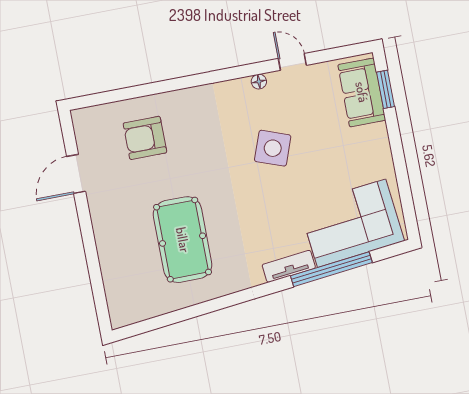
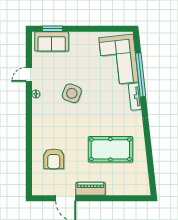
piano: (102, 217) -> (91, 189), added

